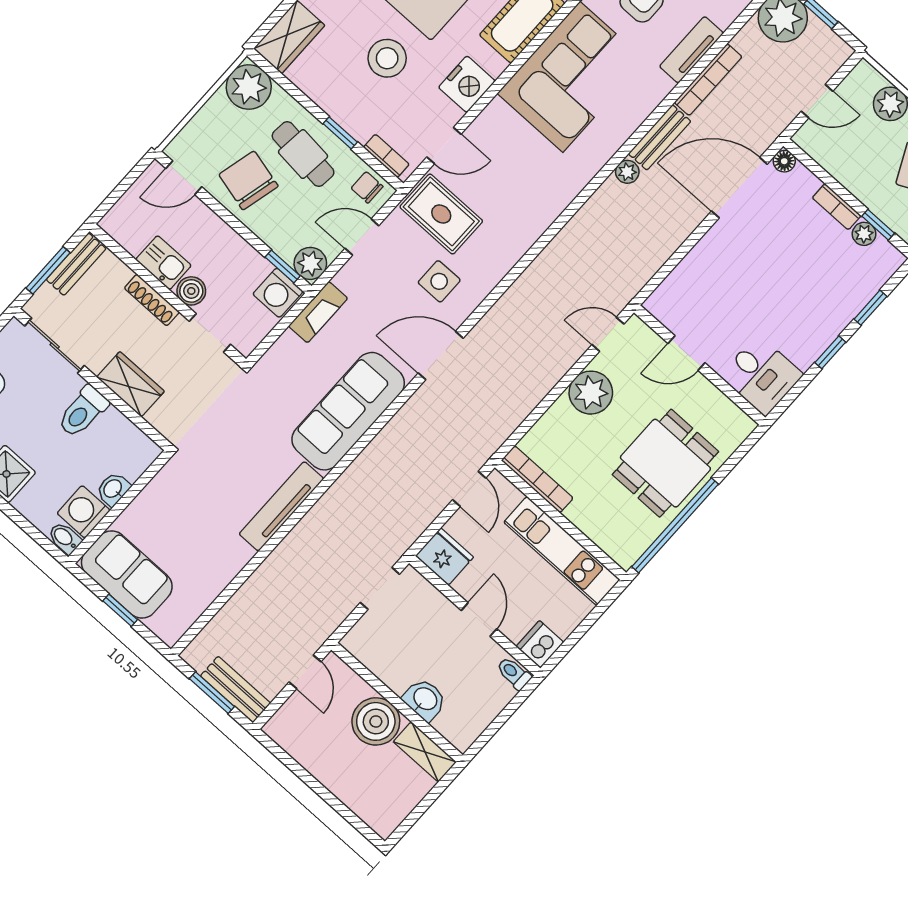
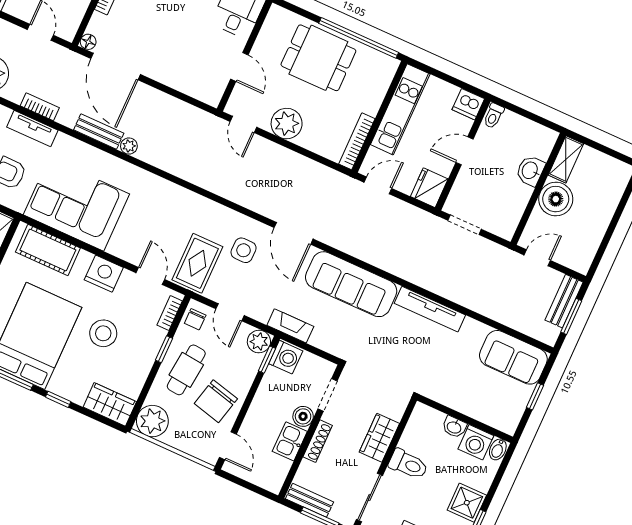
bookcase: (708, 80) -> (40, 107), width x0.64
sofa: (127, 574) -> (513, 357), moved, turned -90

